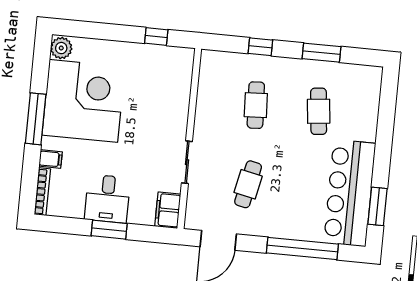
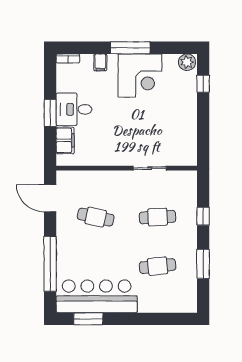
window: (156, 36) -> (203, 84), moved
corner desk: (83, 101) -> (140, 76), width x0.74, depth x0.74
sliding door: (187, 162) -> (150, 168), moved
bookcase: (42, 192) -> (68, 58), width x0.64
filing cabinet: (168, 210) -> (65, 140), moved, turned 90

